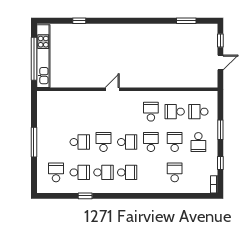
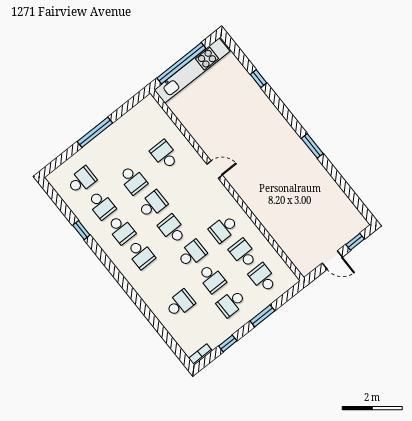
window: (186, 21) -> (312, 146), moved
school desk: (80, 112) -> (164, 155), added
school desk: (151, 112) -> (224, 229), turned 180
school desk: (127, 142) -> (172, 229), turned 180
school desk: (175, 142) -> (212, 278), turned 90

